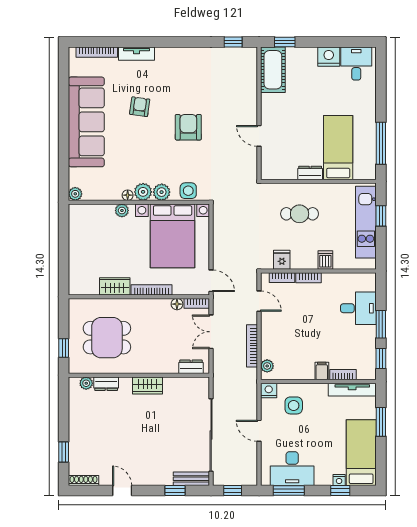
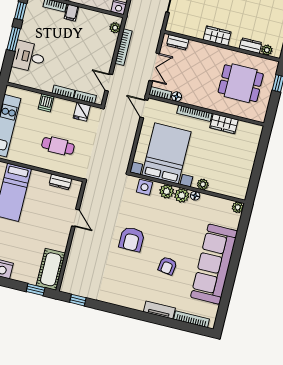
dresser: (310, 173) -> (60, 182), moved

